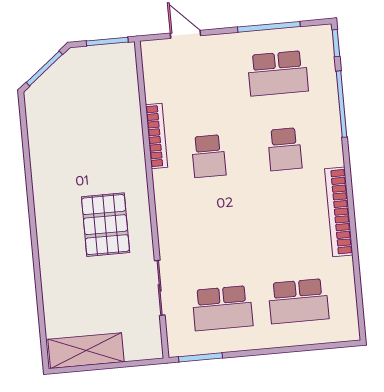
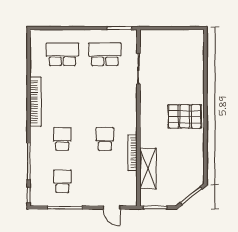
school desk: (278, 73) -> (62, 181), width x0.54
pallet: (106, 225) -> (185, 116), moved, turned 90
shelving: (86, 351) -> (148, 169), moved, turned 90

